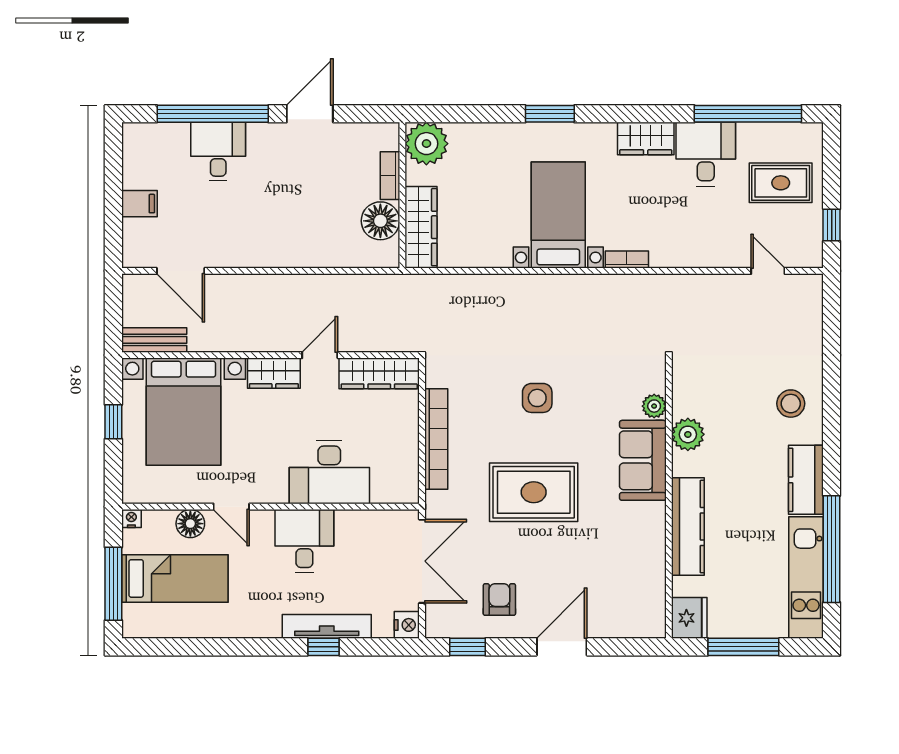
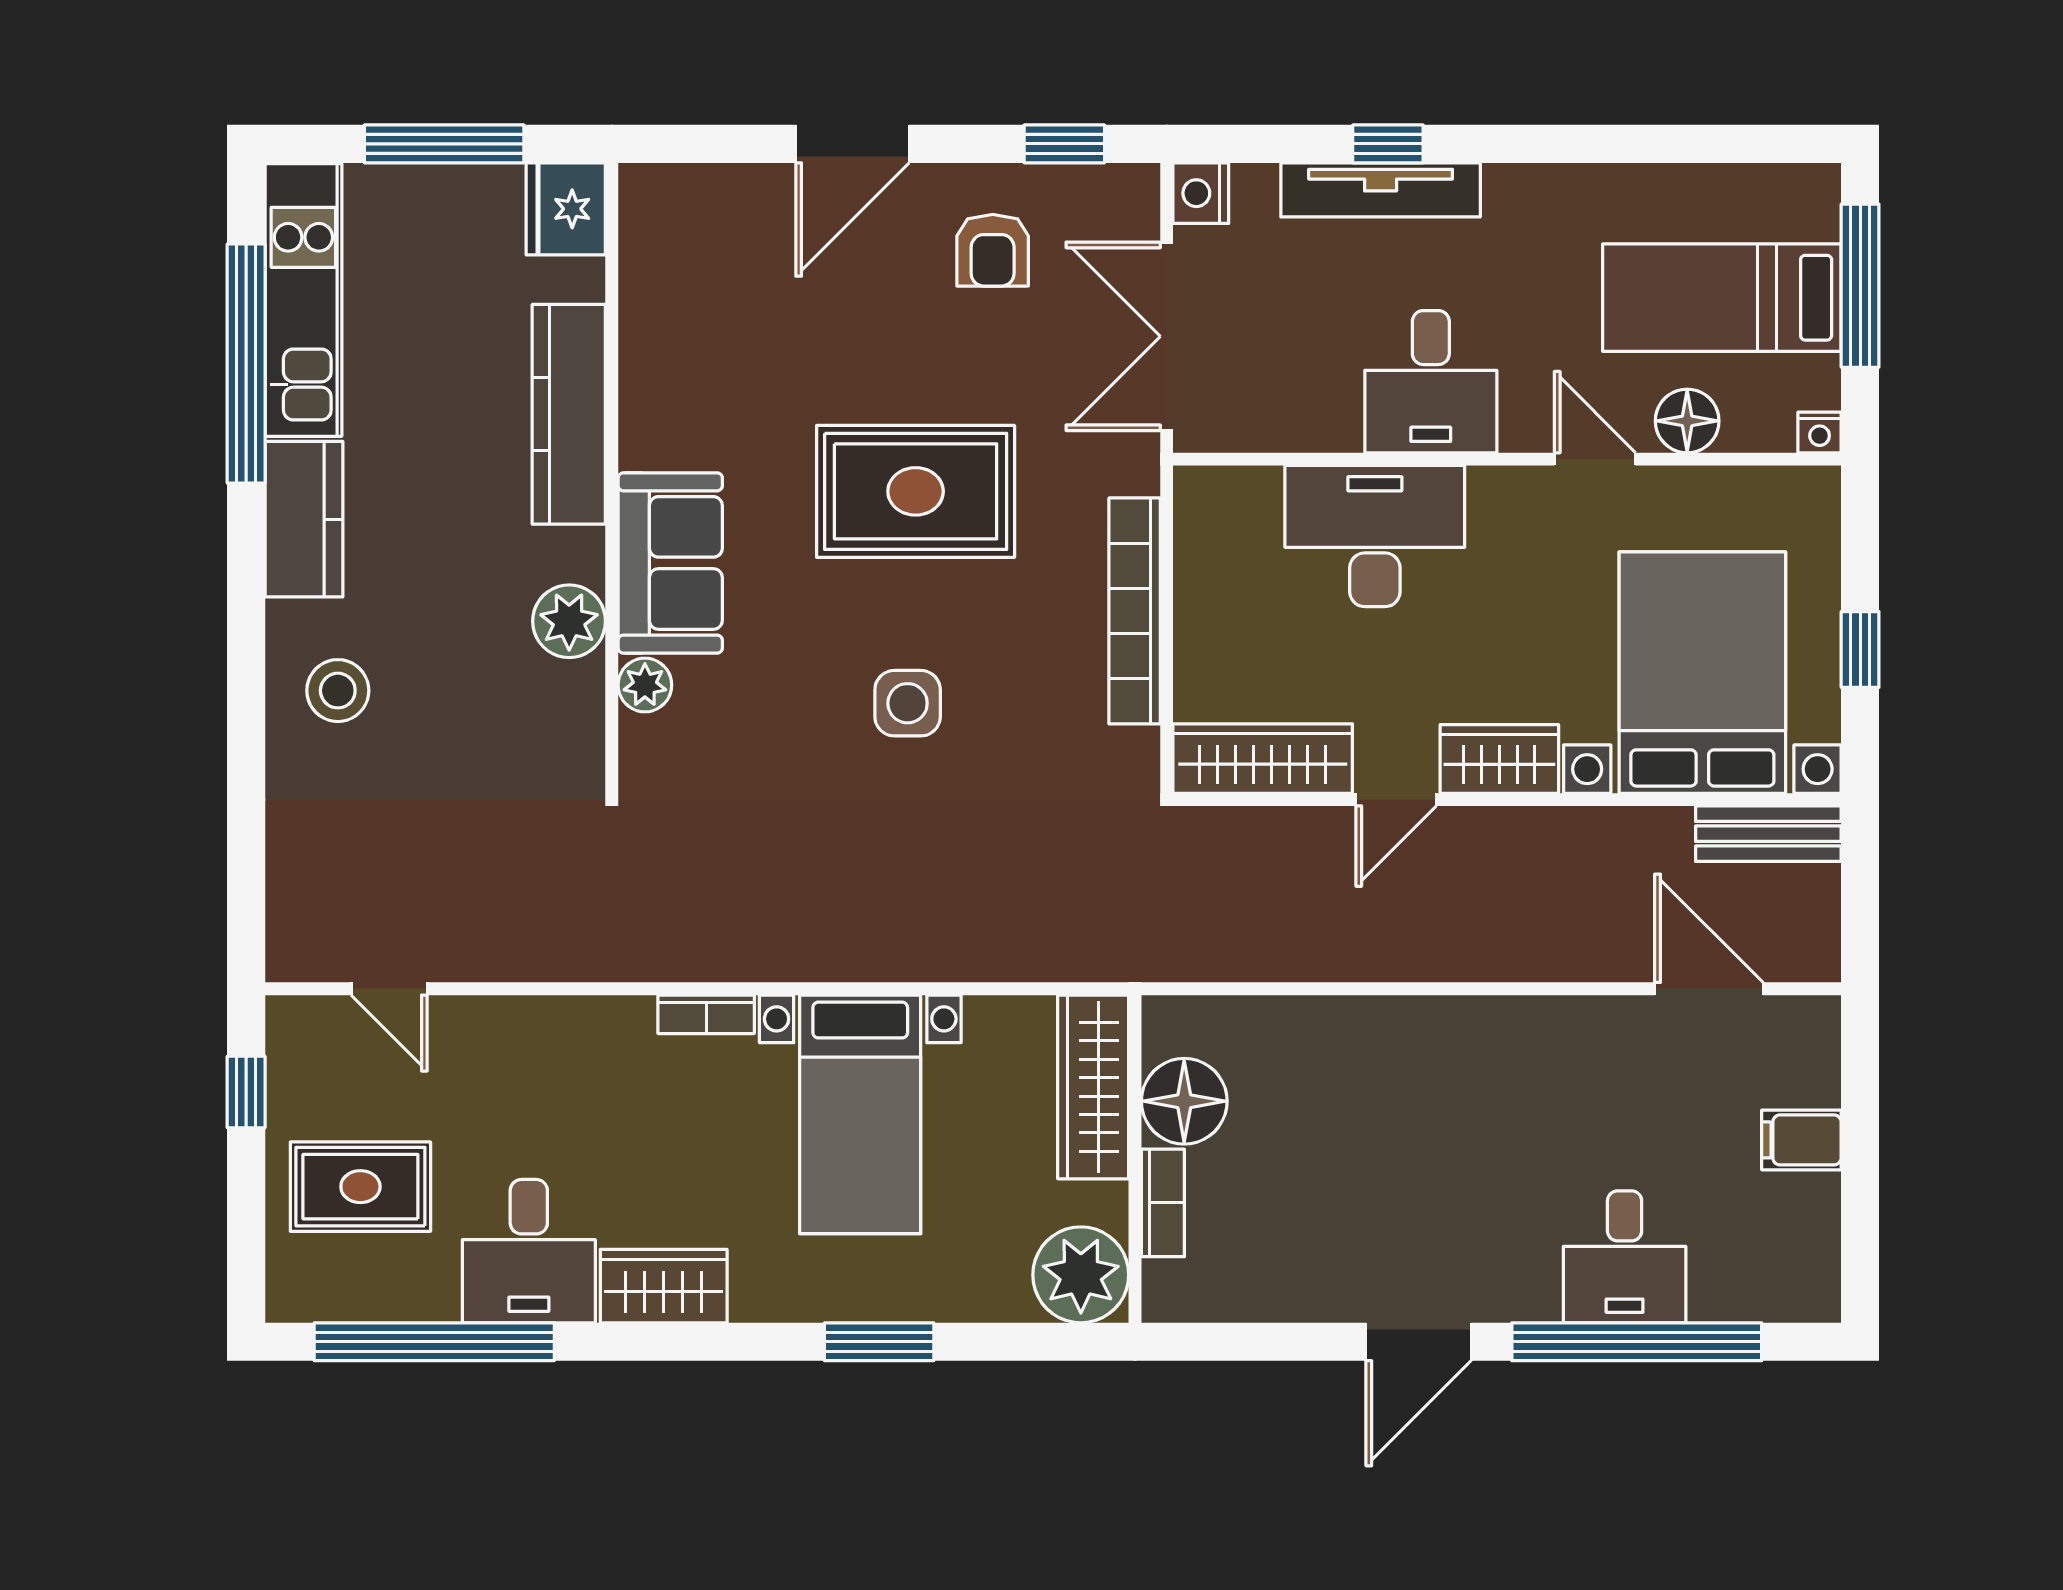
plant: (426, 144) -> (1081, 1275), moved
bookcase: (390, 176) -> (1163, 1203), moved
wall: (402, 195) -> (1135, 1159), moved
floor lamp: (380, 221) -> (1184, 1101), moved
wardrobe: (421, 227) -> (1093, 1087), moved

